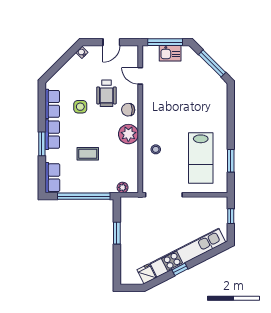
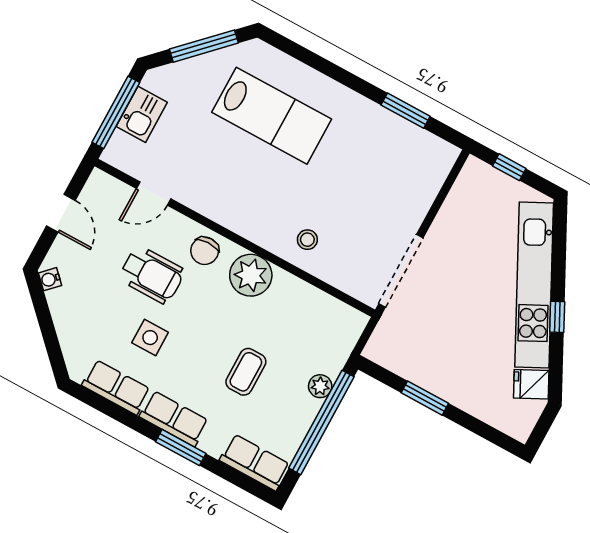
lab bench: (201, 158) -> (272, 116), moved
plant: (123, 187) -> (320, 386), moved

